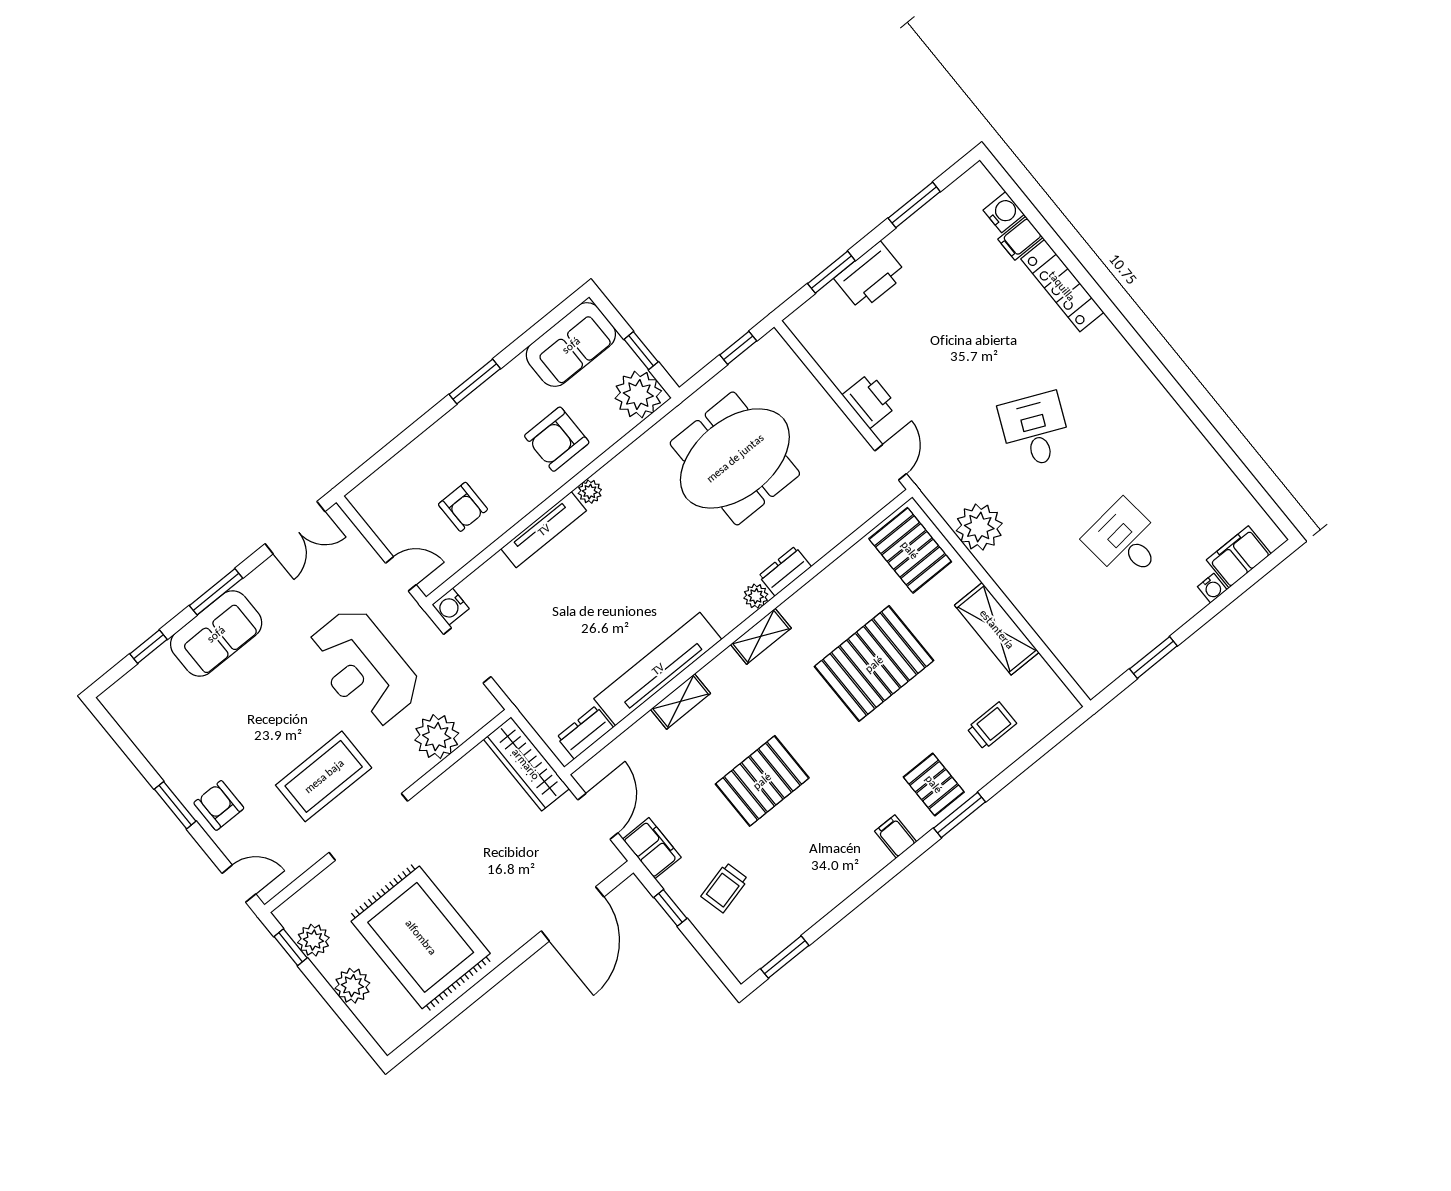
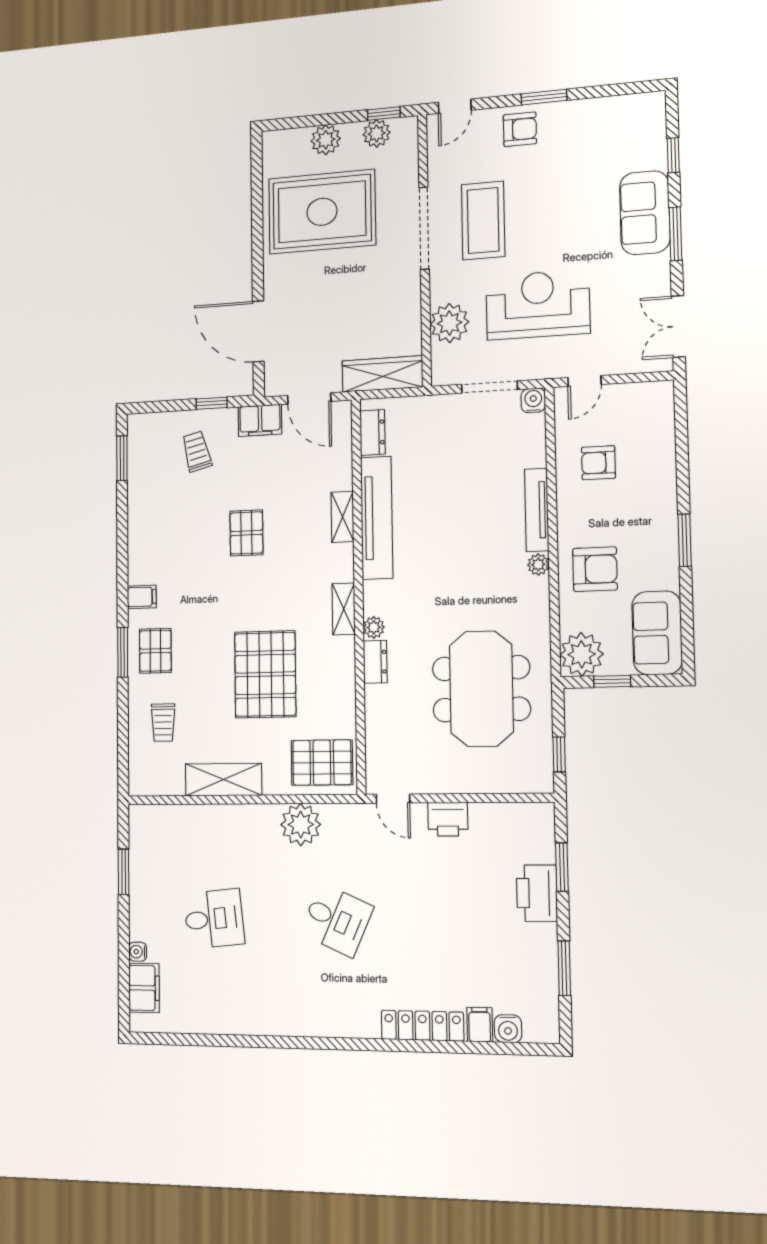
armchair: (557, 439) -> (595, 569), turned 90
pallet: (762, 781) -> (246, 533), width x0.67, depth x0.71
pallet: (934, 784) -> (155, 651), turned 90

